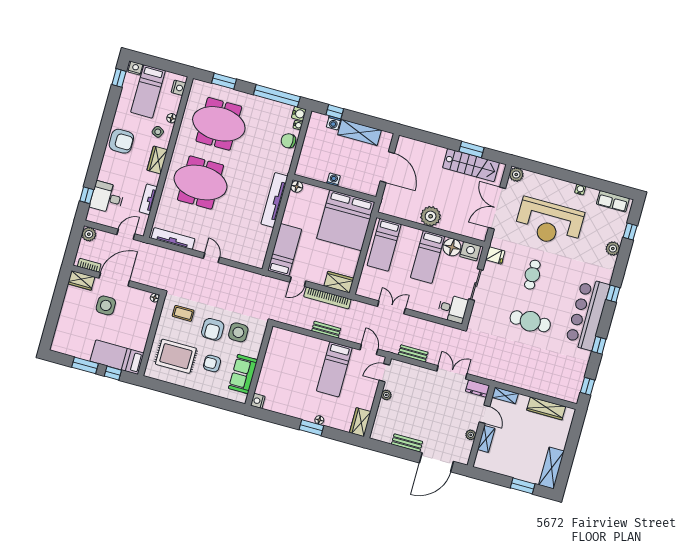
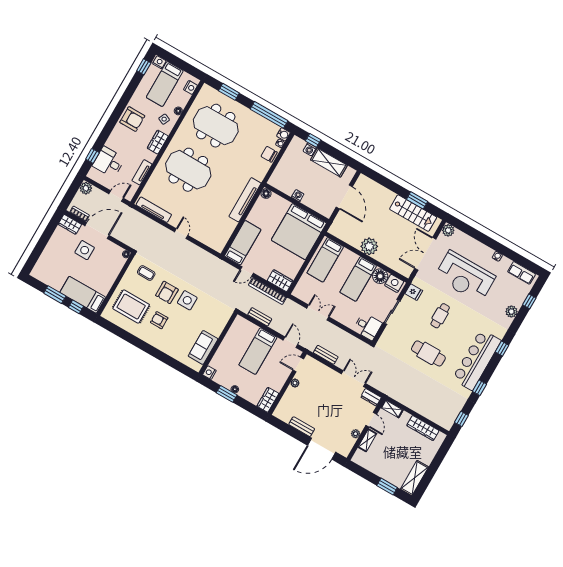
wall: (259, 365) -> (218, 343), moved
sofa: (243, 374) -> (203, 347), moved
nightstand: (258, 401) -> (209, 373), moved

